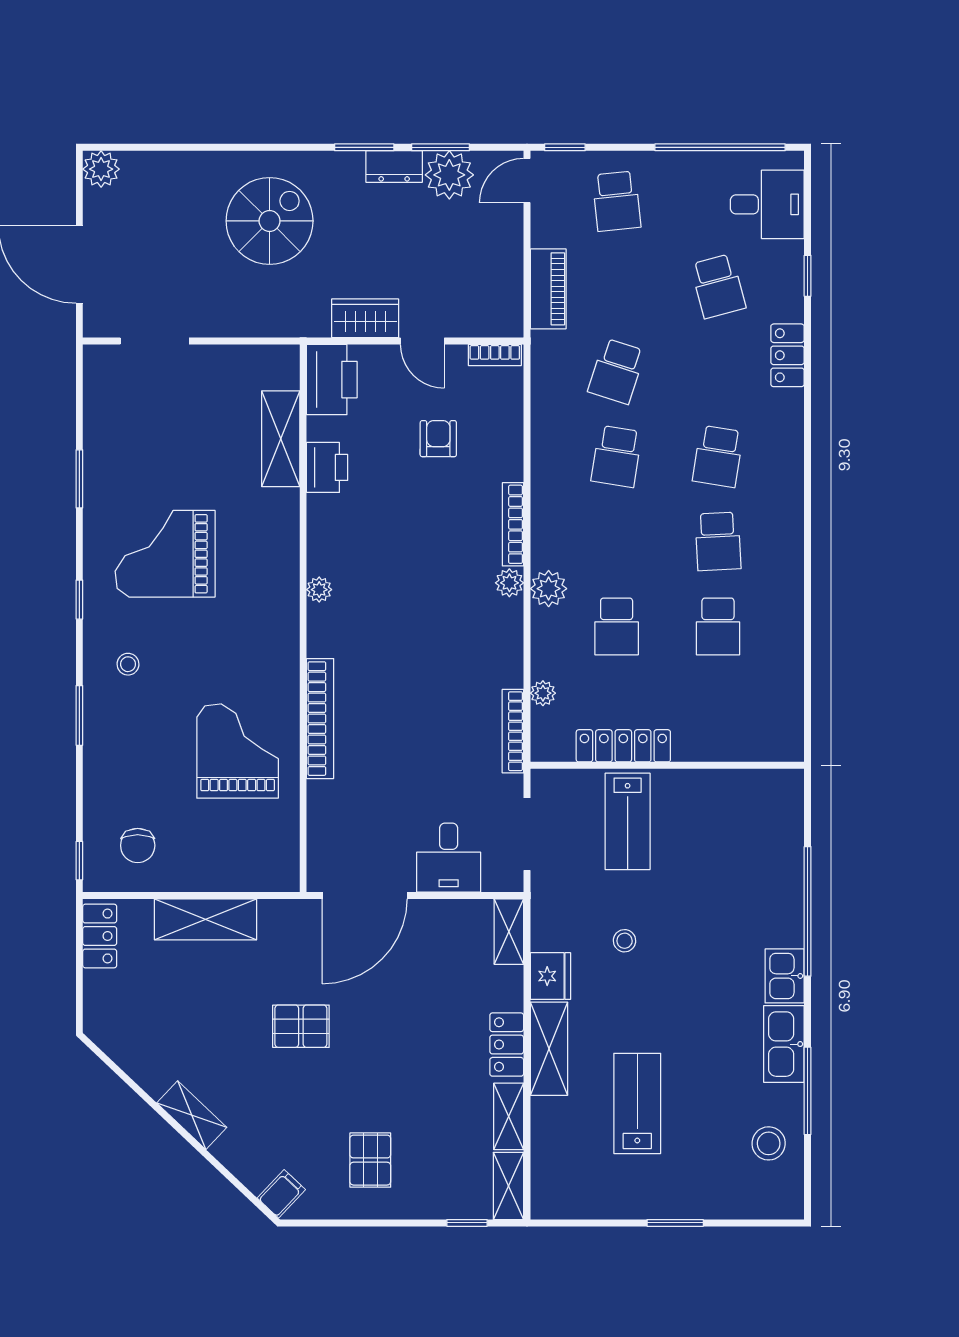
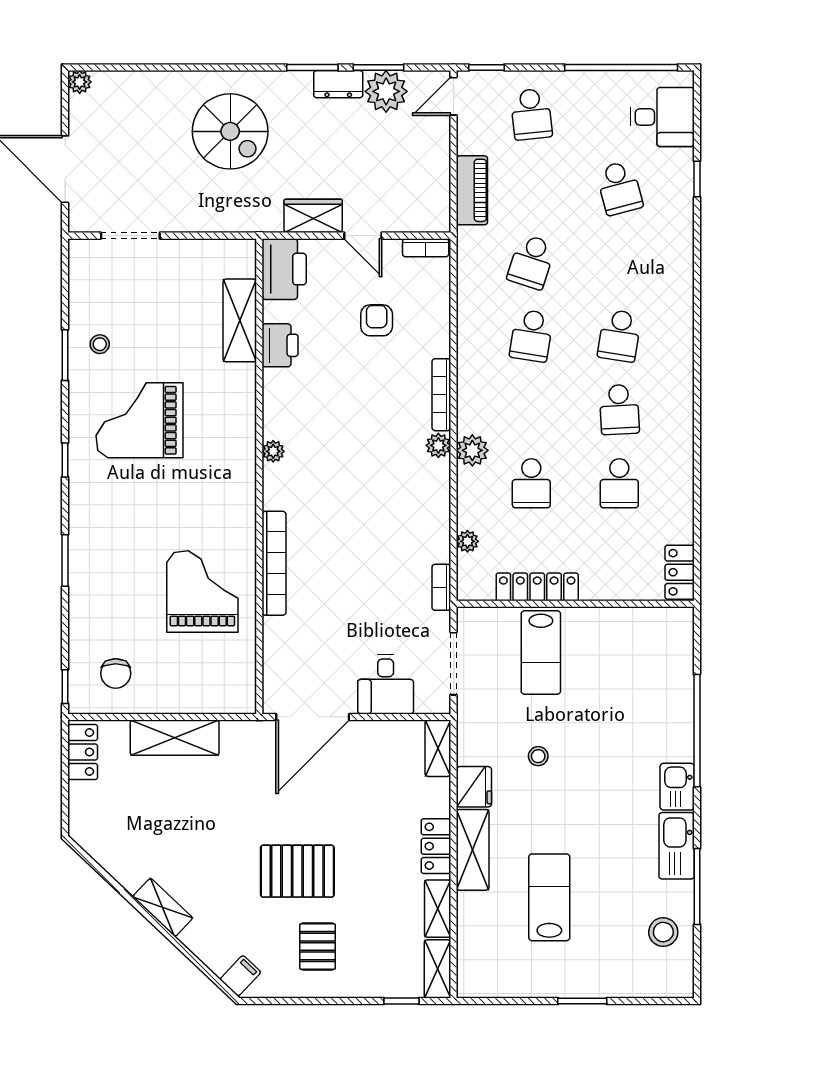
plant: (101, 169) -> (80, 82), width x0.73, depth x0.73
spiral stairs: (270, 221) -> (230, 131), turned 90
locker: (788, 355) -> (680, 572), moved
stool: (128, 664) -> (100, 344), moved
bookcase: (513, 731) -> (441, 587), width x0.64
pallet: (301, 1026) -> (297, 871), moved, width x1.50, depth x1.42

